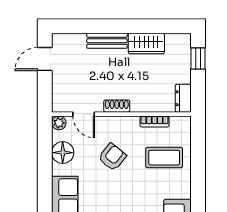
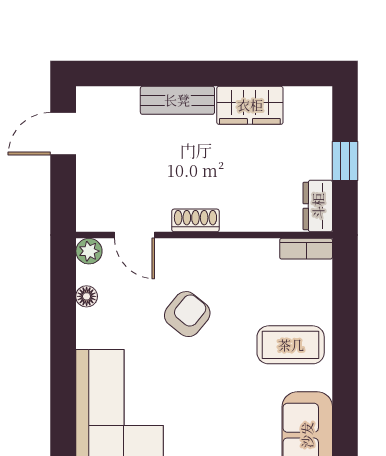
window: (198, 58) -> (345, 161), moved
bookcase: (154, 121) -> (306, 249), moved
floor lamp: (63, 153) -> (87, 296), width x0.53, depth x0.53
coffee table: (164, 158) -> (291, 345), moved

